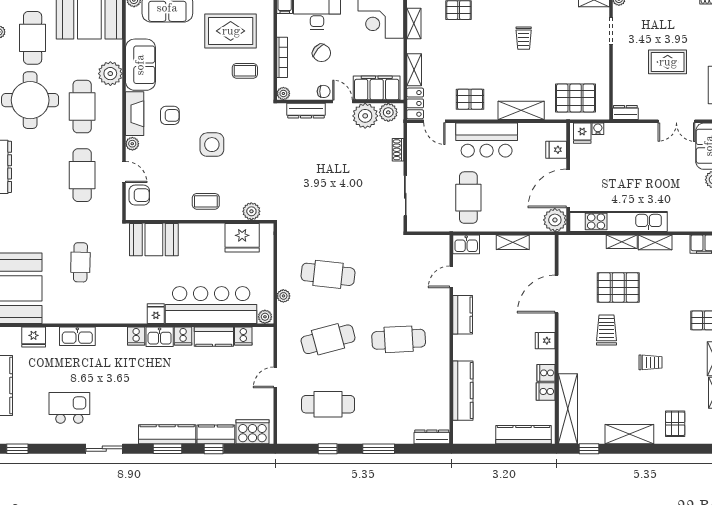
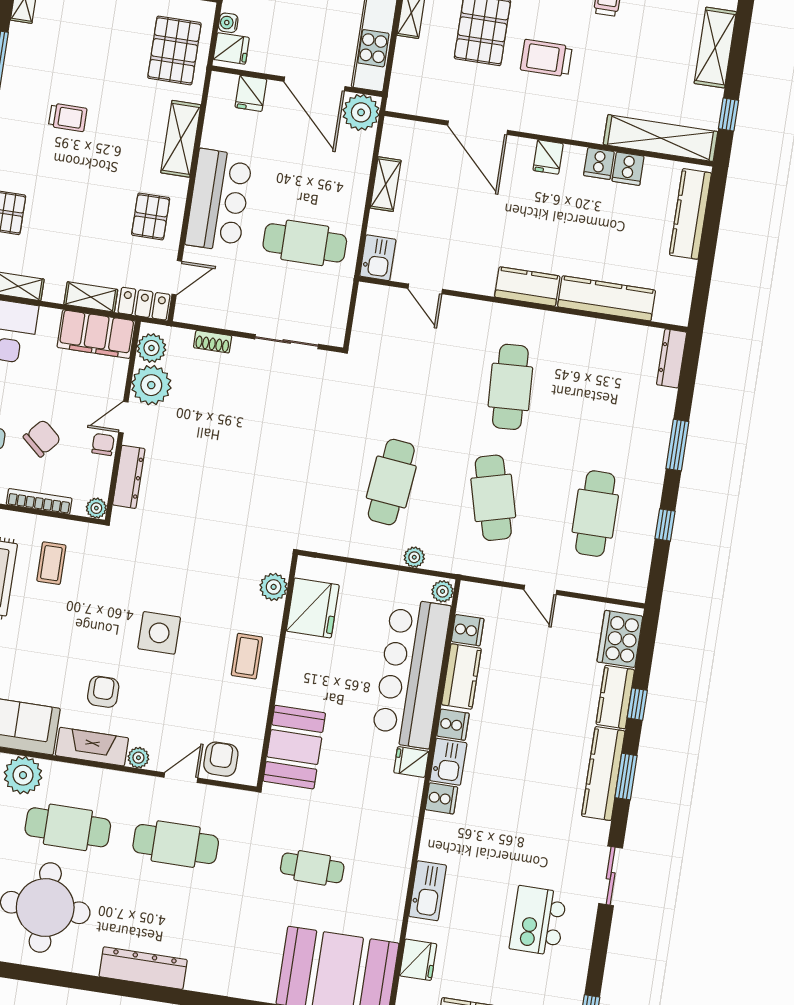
filing cabinet: (377, 88) -> (96, 334), moved, turned -90
kitchen counter: (463, 315) -> (527, 287), moved

